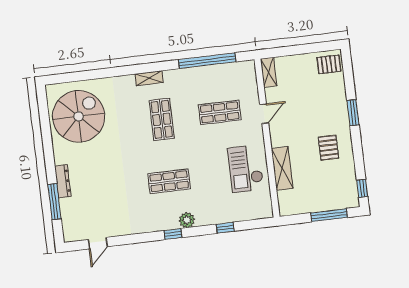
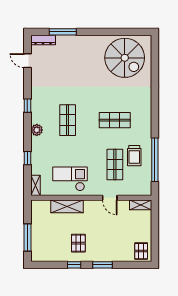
shelving: (149, 78) -> (35, 185), moved
trolley: (205, 88) -> (134, 156), added
pallet: (328, 148) -> (78, 243), turned 90
dresser: (63, 181) -> (43, 40), moved
window: (362, 188) -> (74, 265), moved
window: (173, 234) -> (27, 106), moved

